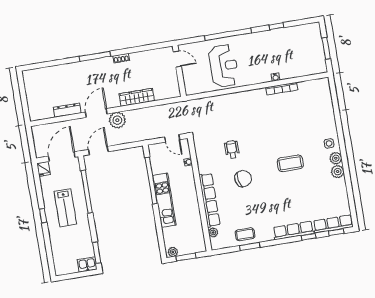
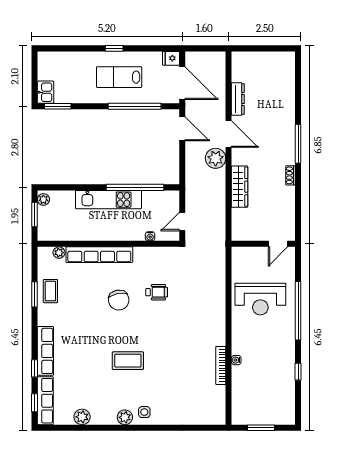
coffee table: (290, 163) -> (128, 361), turned 90
plant: (338, 172) -> (82, 417), moved

